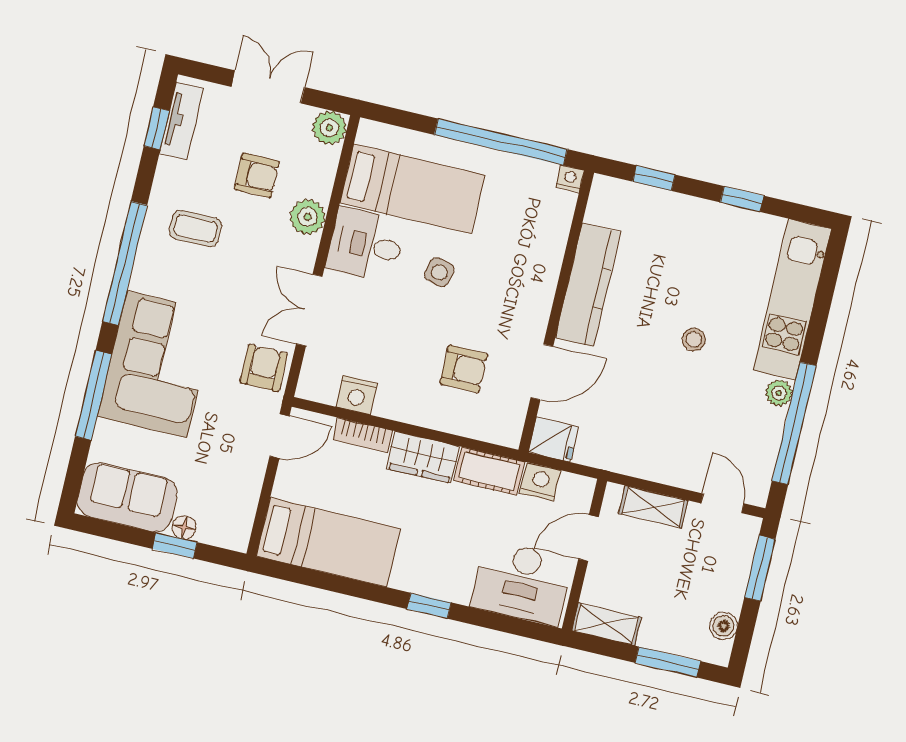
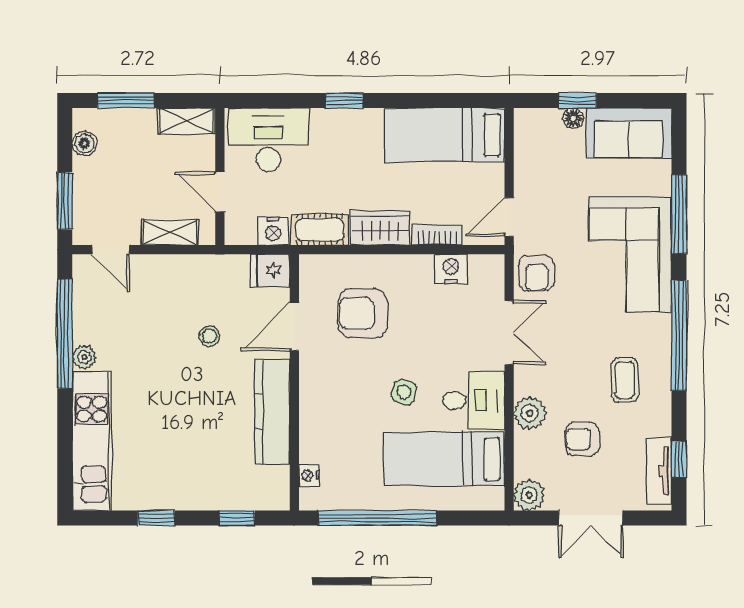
nightstand: (570, 179) -> (309, 475), moved, turned 90
coffee table: (195, 229) -> (625, 380), turned 90
stool: (694, 339) -> (209, 336), moved
armchair: (464, 369) -> (363, 313), width x1.38, depth x1.38
door: (588, 538) -> (220, 192), swing flipped

